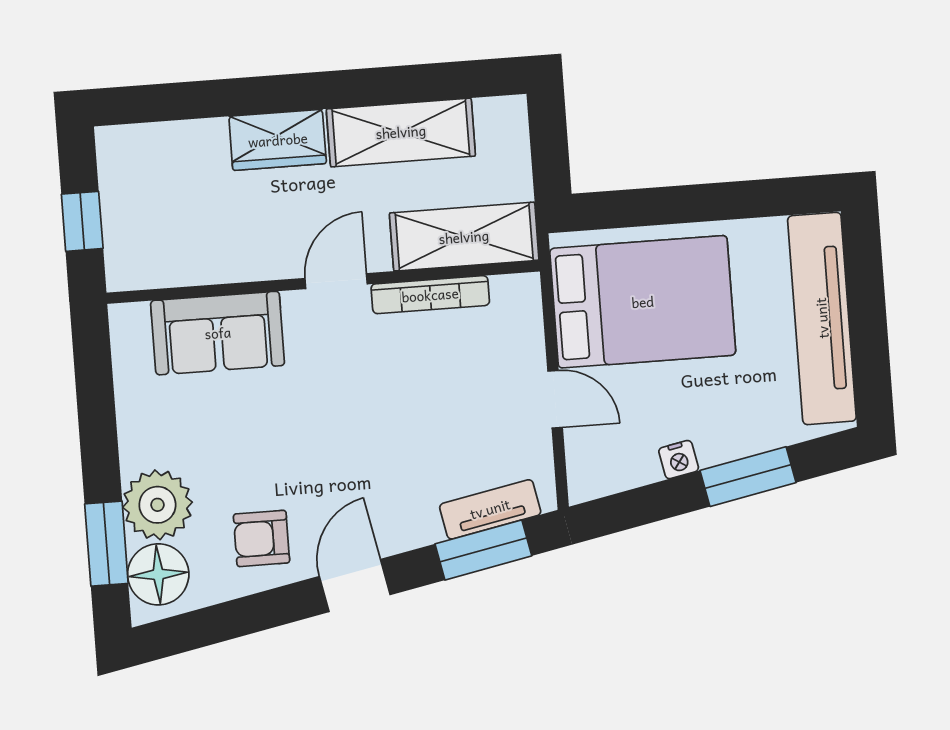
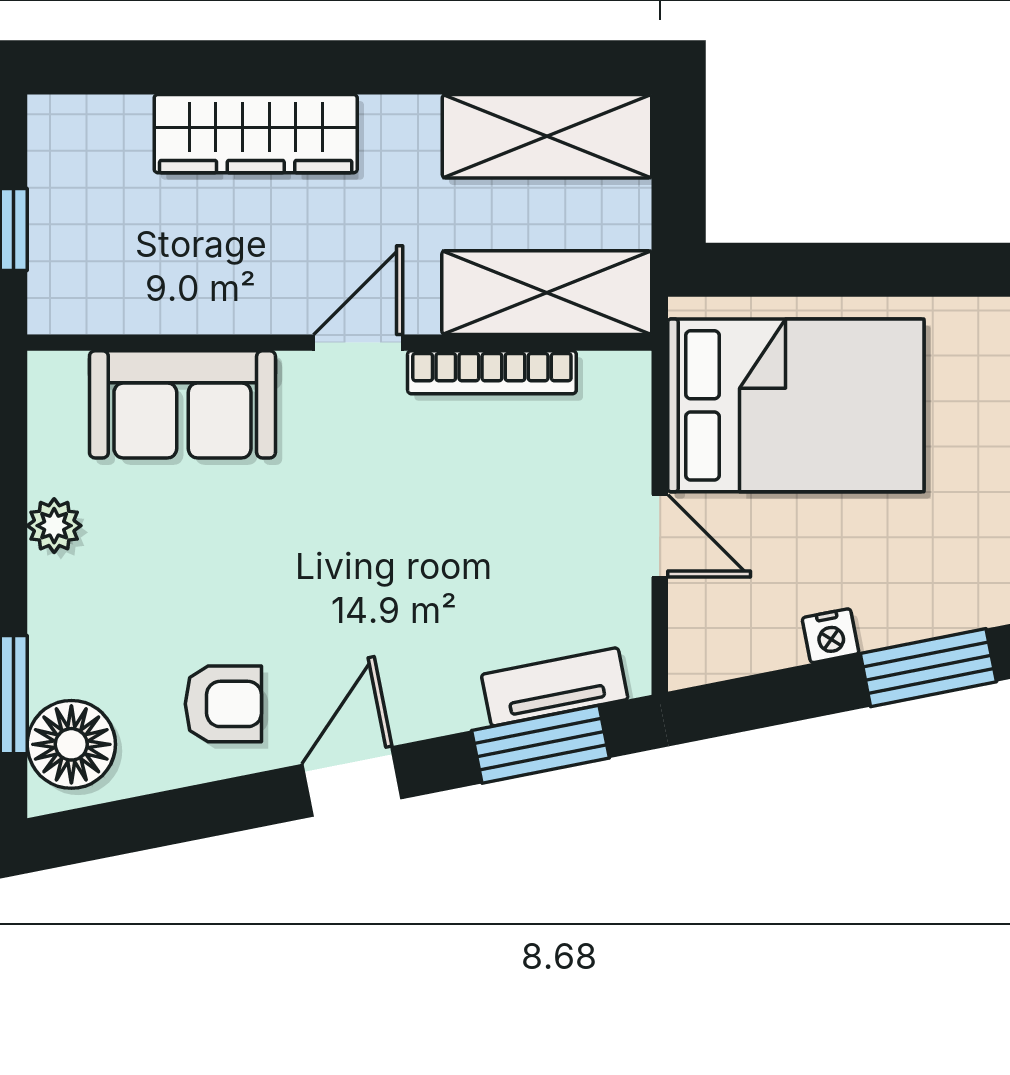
shelving: (401, 132) -> (547, 136), moved
wardrobe: (278, 140) -> (256, 134), width x1.50
plant: (157, 505) -> (54, 526), moved, width x0.53, depth x0.53
armchair: (262, 538) -> (223, 704), turned 180

